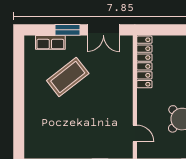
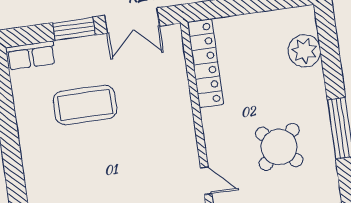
row of seats: (50, 42) -> (31, 56), moved
coffee table: (68, 77) -> (85, 105), turned 38

